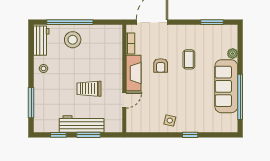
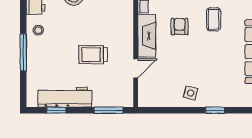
armchair: (161, 65) -> (180, 26), turned 180
window: (31, 103) -> (23, 52), moved
workbench: (82, 124) -> (65, 97), moved
window: (89, 135) -> (109, 110), moved

